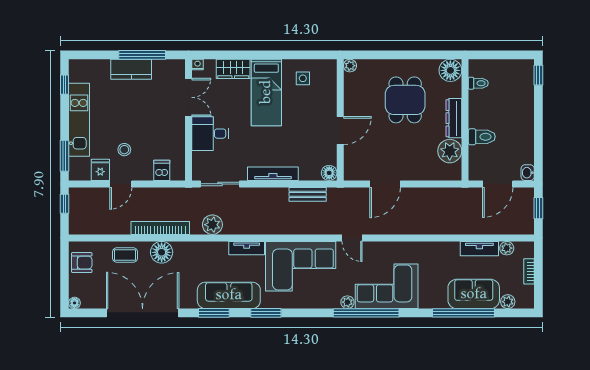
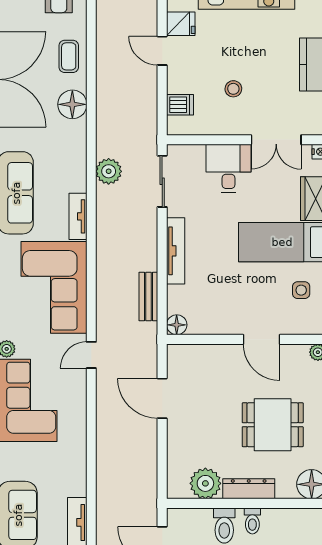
toilet: (478, 83) -> (252, 521), moved
door: (340, 131) -> (261, 339), moved
stool: (124, 150) -> (233, 89), moved
bookcase: (160, 228) -> (104, 103), removed

